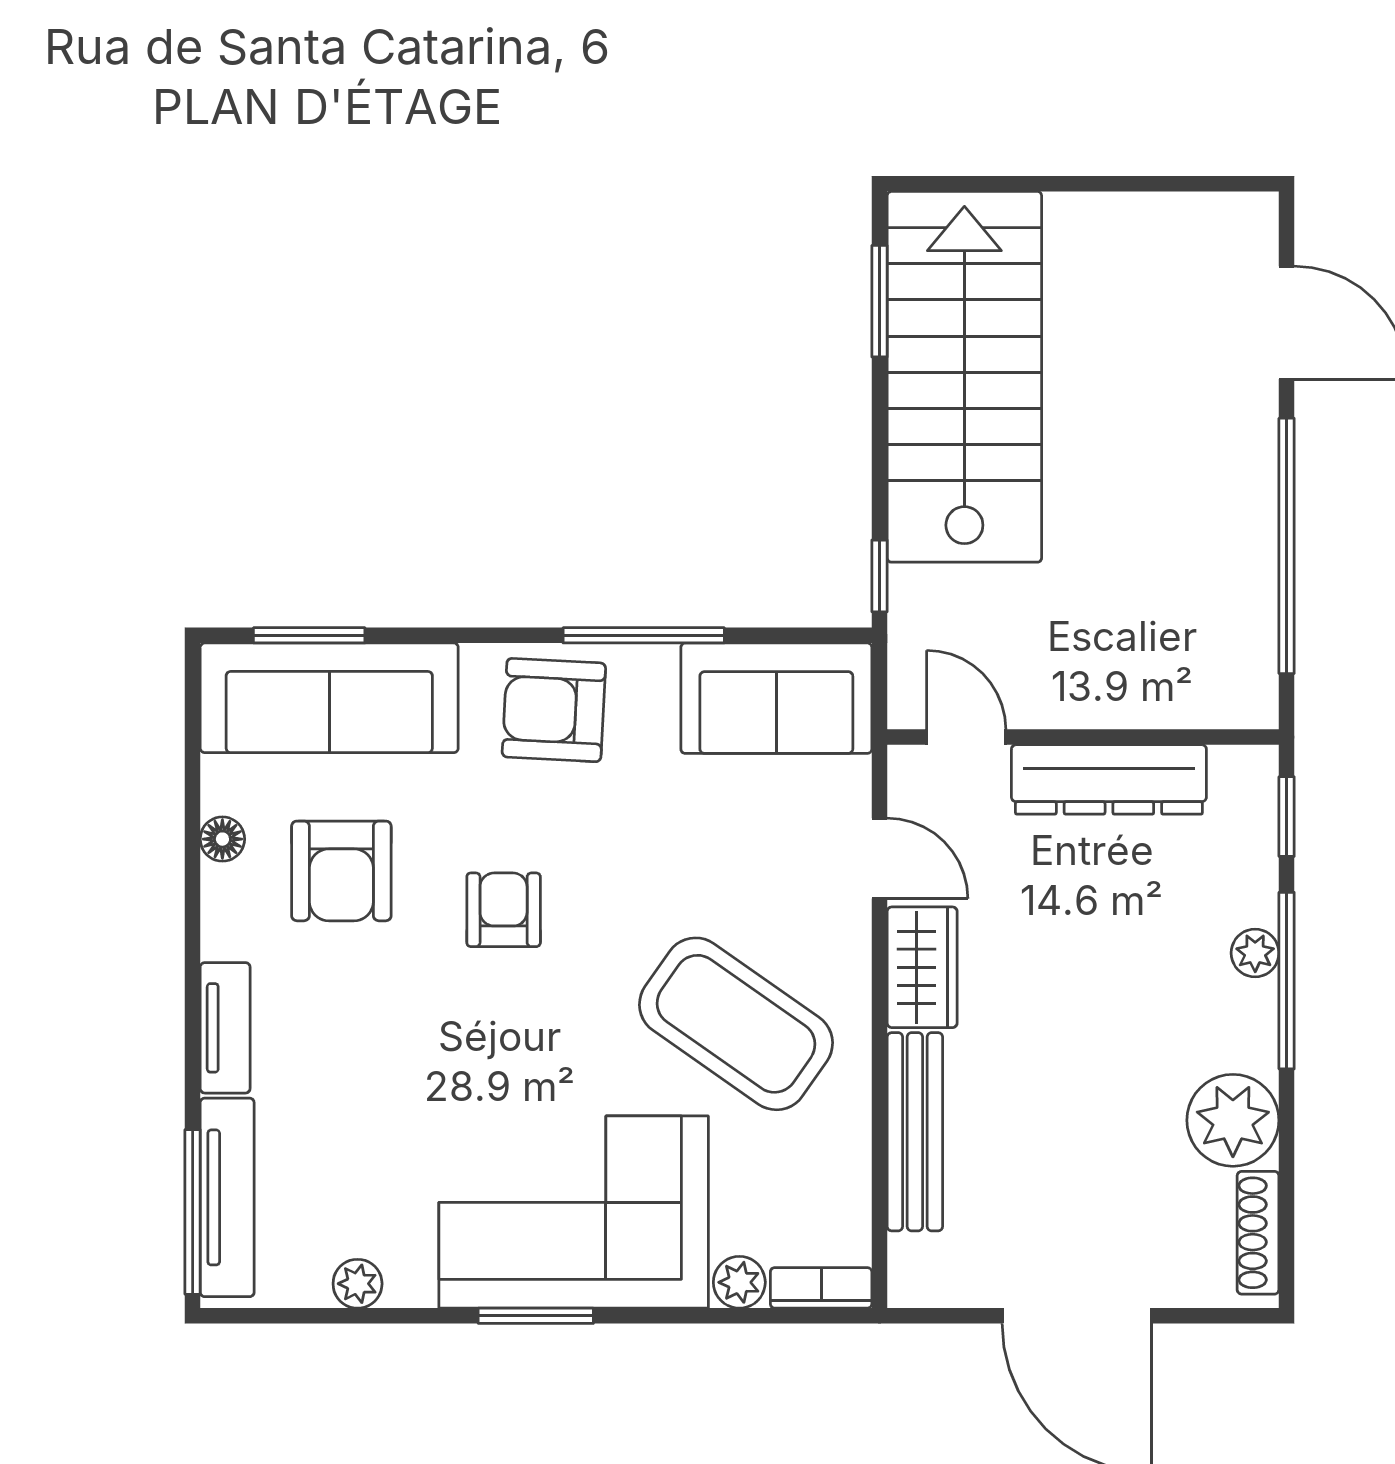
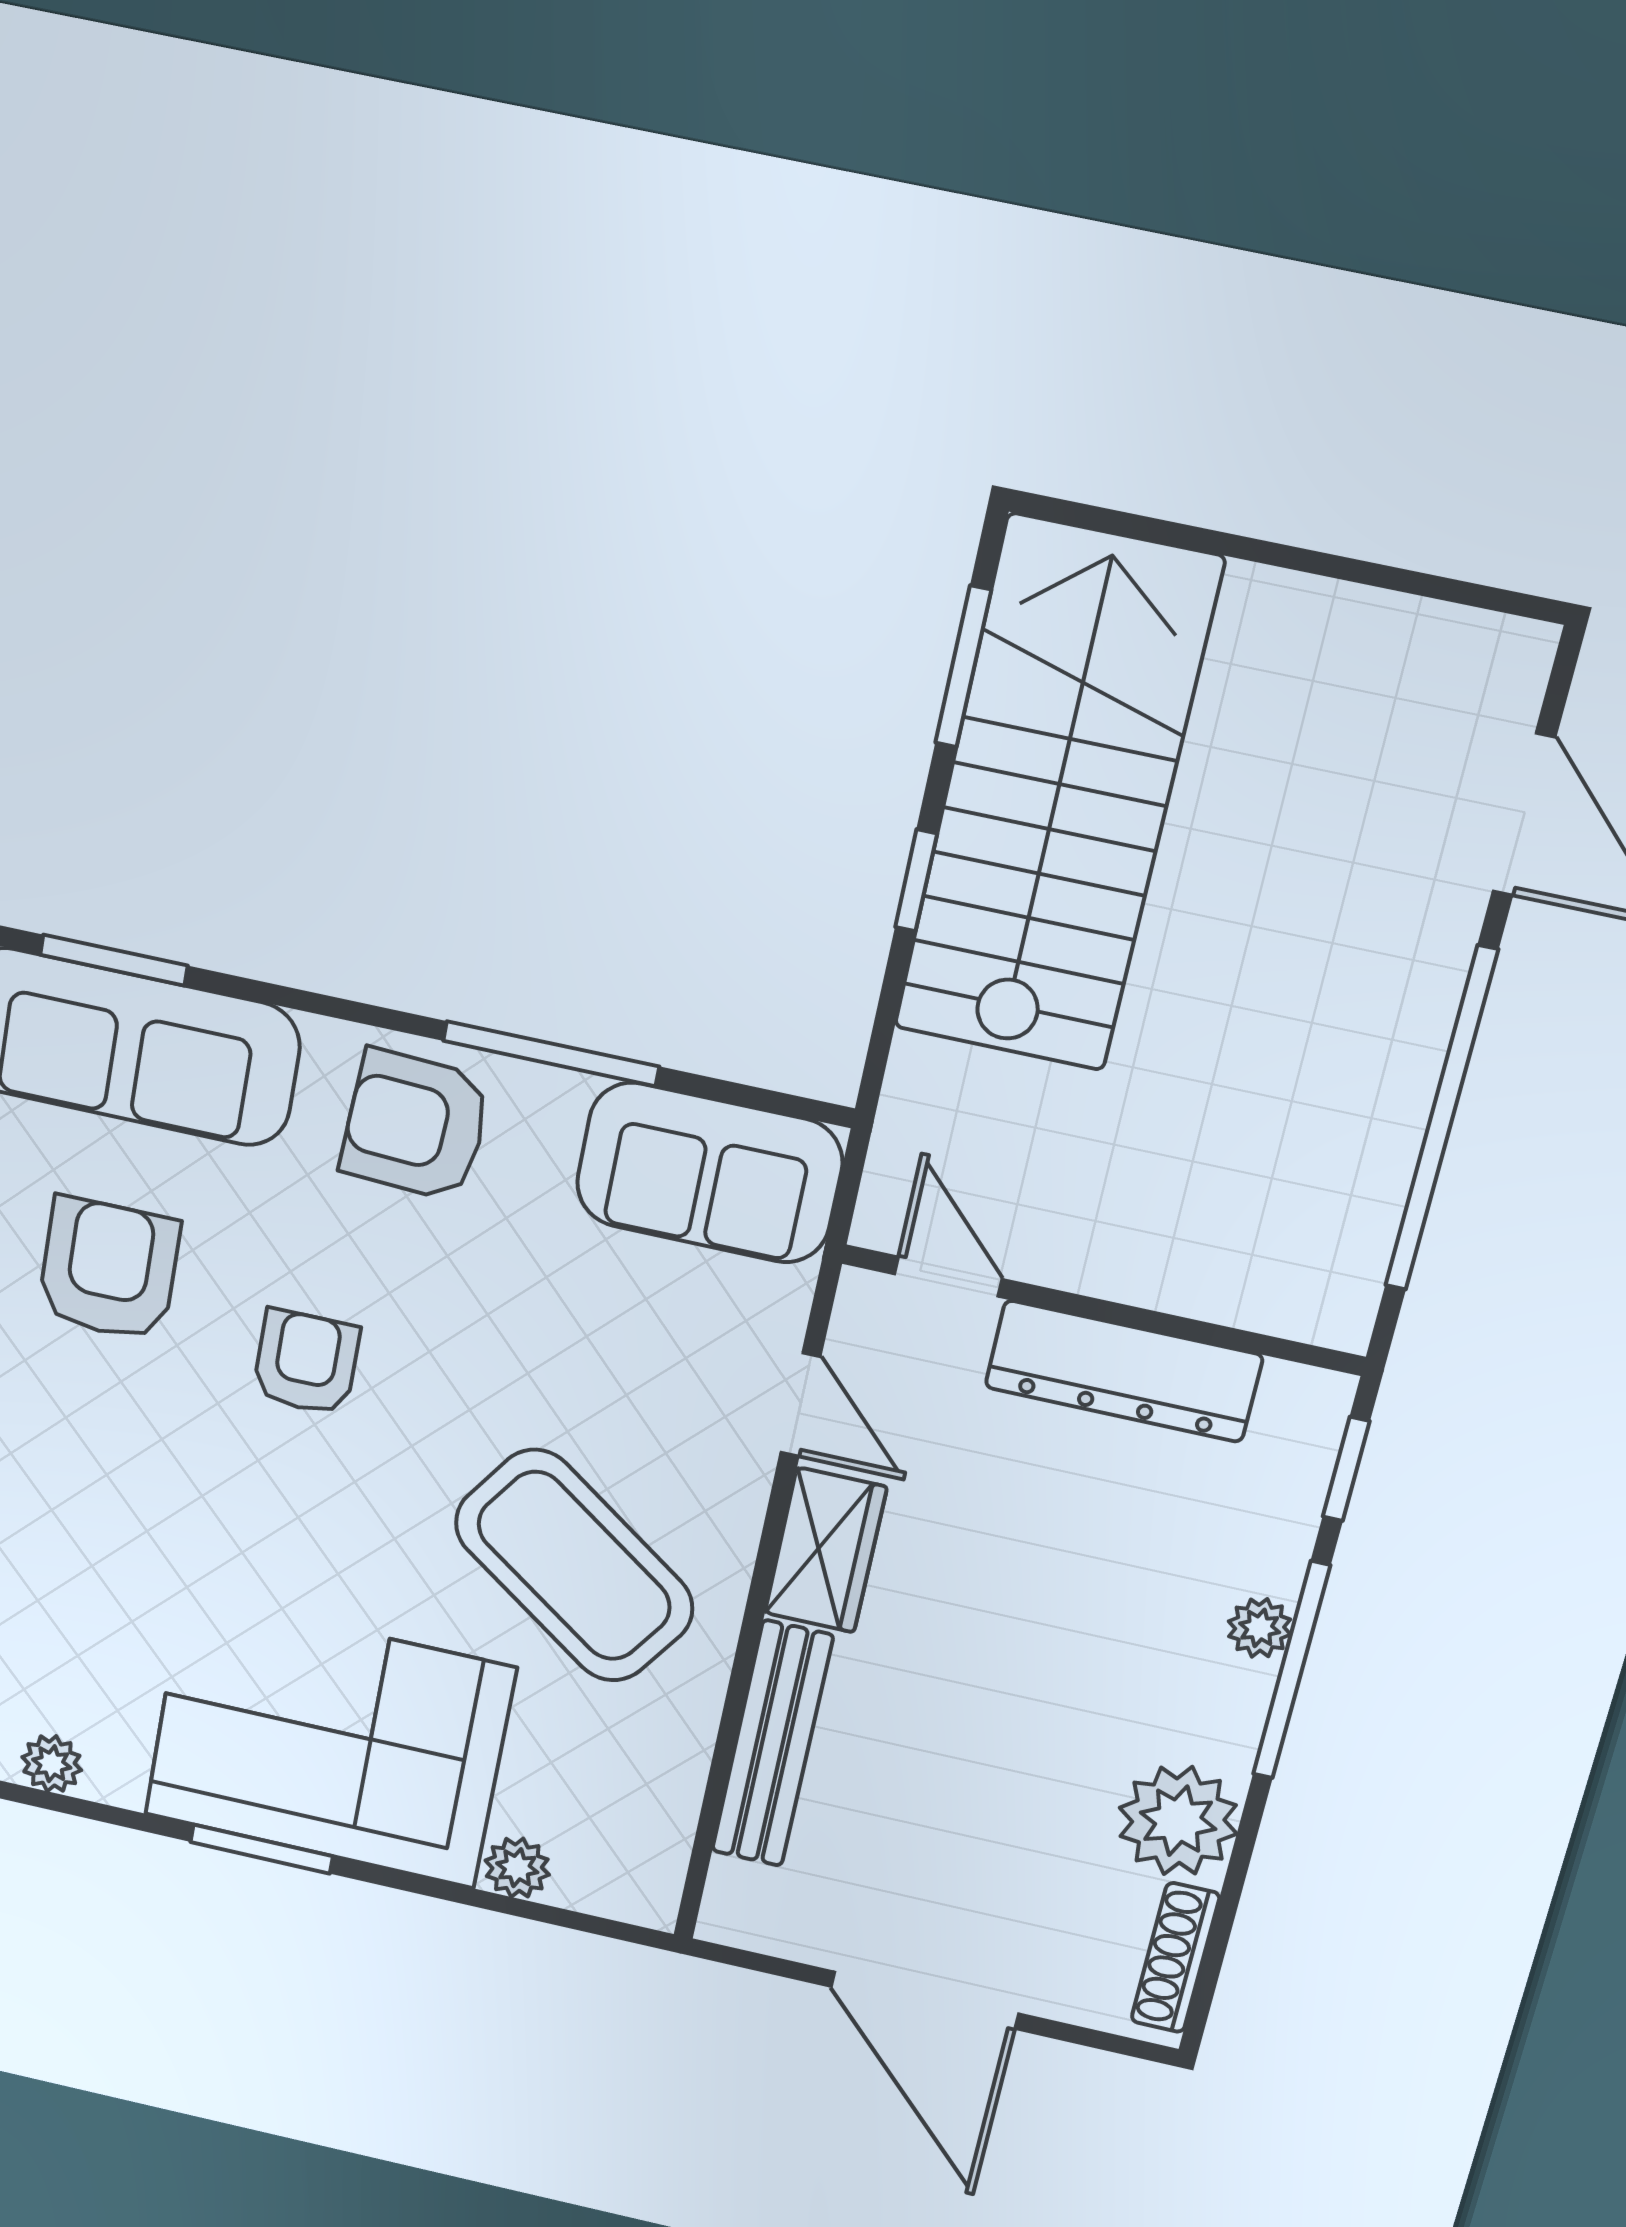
window: (879, 576) -> (916, 880), moved
armchair: (341, 871) -> (109, 1269), turned 180
bookcase: (821, 1288) -> (616, 1897), removed

